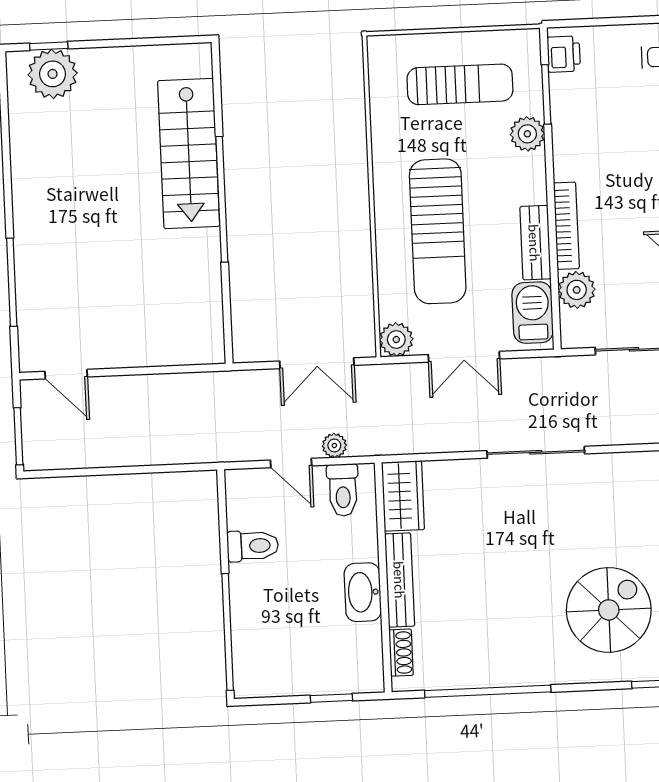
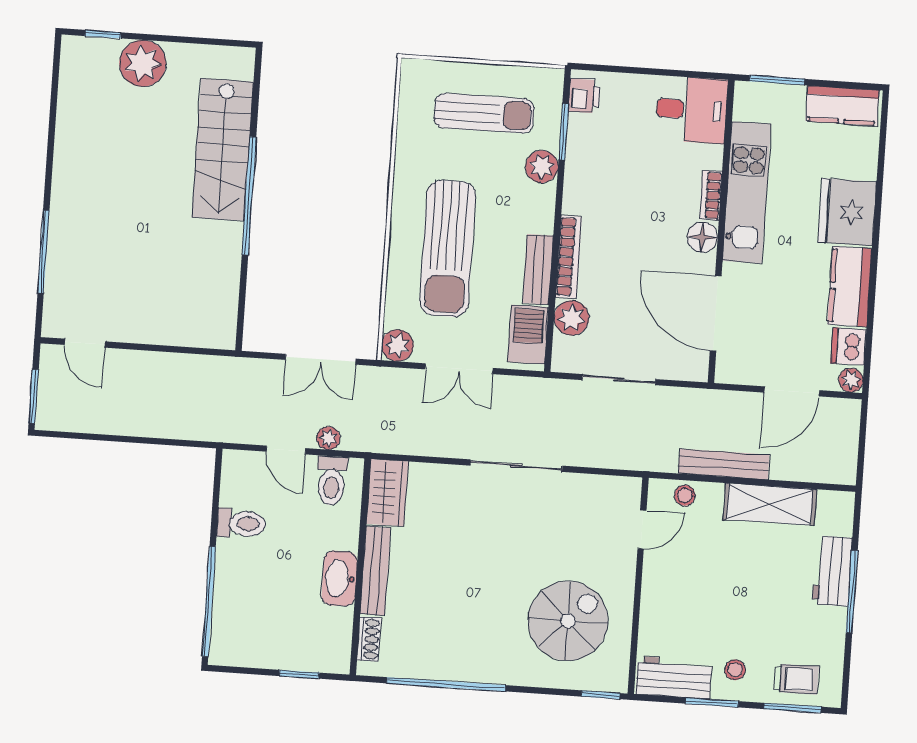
plant: (53, 74) -> (143, 63), moved

